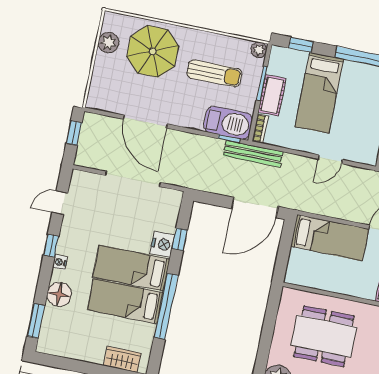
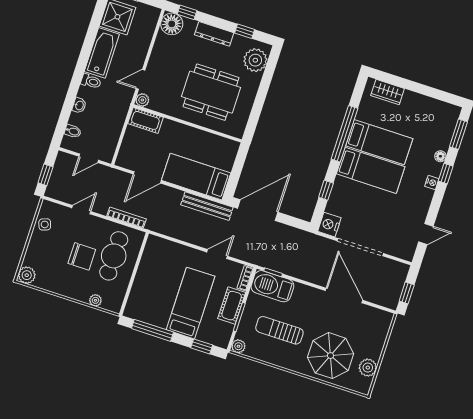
bench: (253, 154) -> (207, 206), moved
door: (330, 159) -> (217, 254), moved
nightstand: (162, 244) -> (329, 225), moved
window: (51, 246) -> (446, 174), moved
floor lamp: (59, 294) -> (440, 156), width x0.53, depth x0.53

